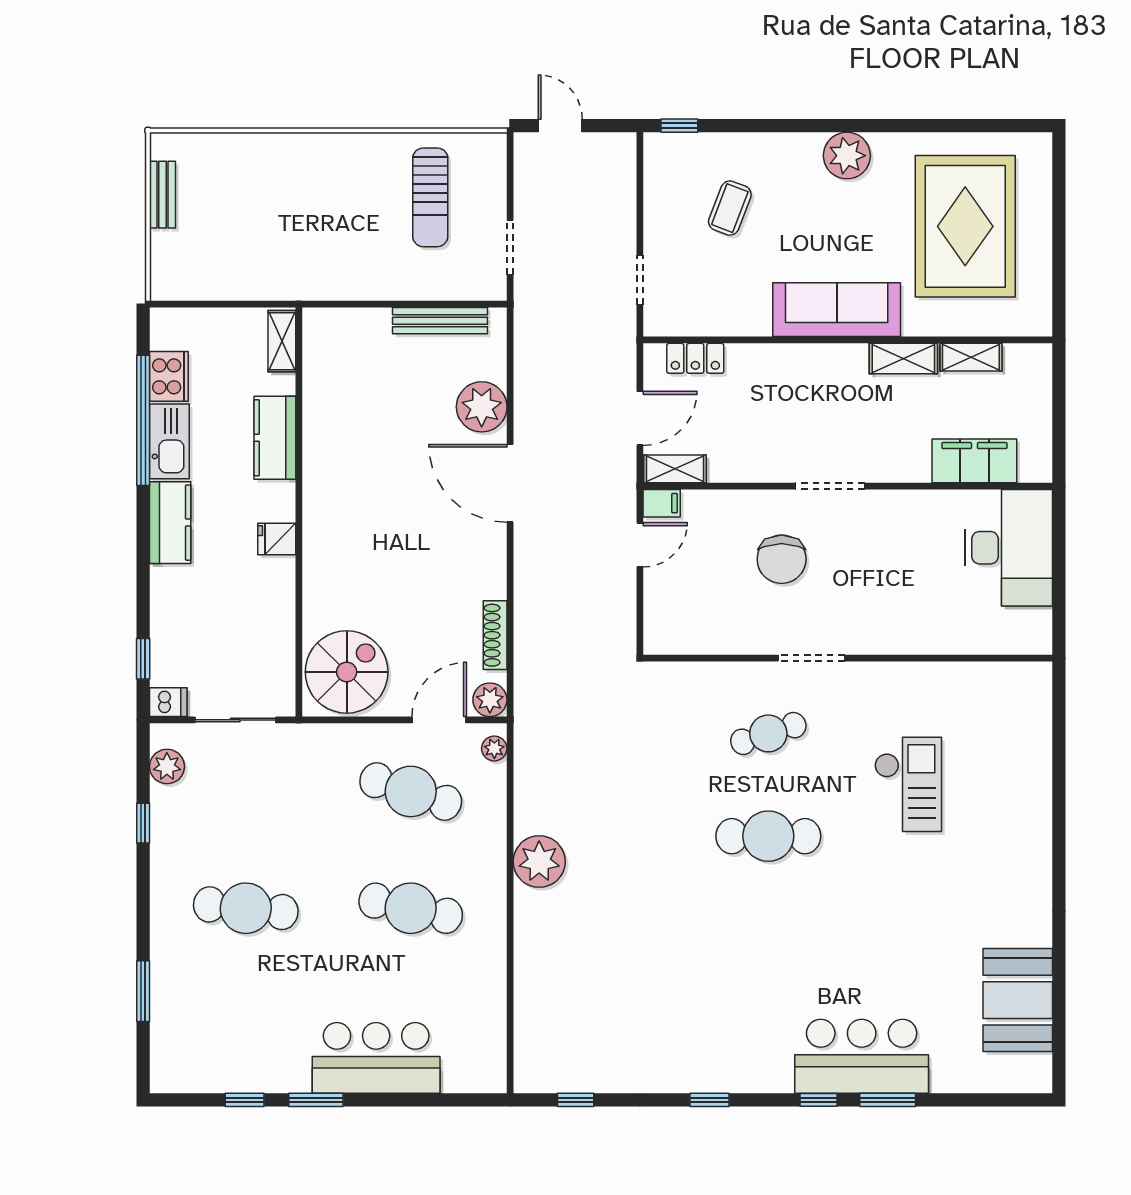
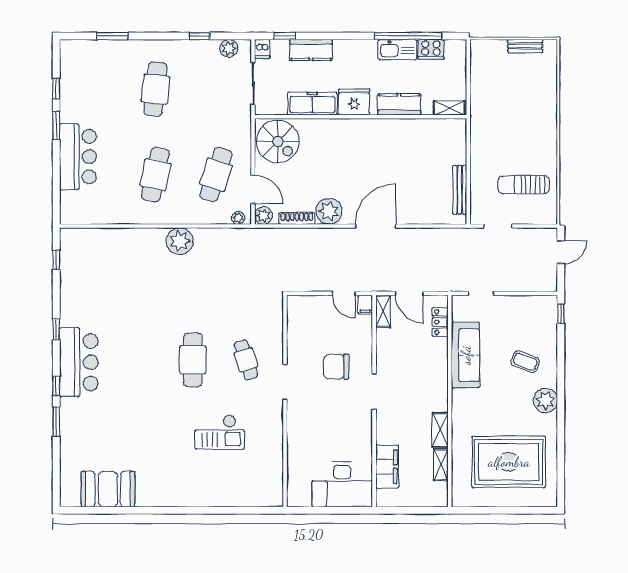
coffee table: (730, 208) -> (525, 362), moved
sofa: (837, 310) -> (466, 355), moved
plant: (482, 407) -> (329, 211), moved
kitchen counter: (170, 523) -> (311, 50), moved
fridge: (277, 539) -> (354, 102), width x1.88, depth x1.34
freezer: (274, 605) -> (312, 104), added
bar counter: (862, 1056) -> (79, 362), moved

